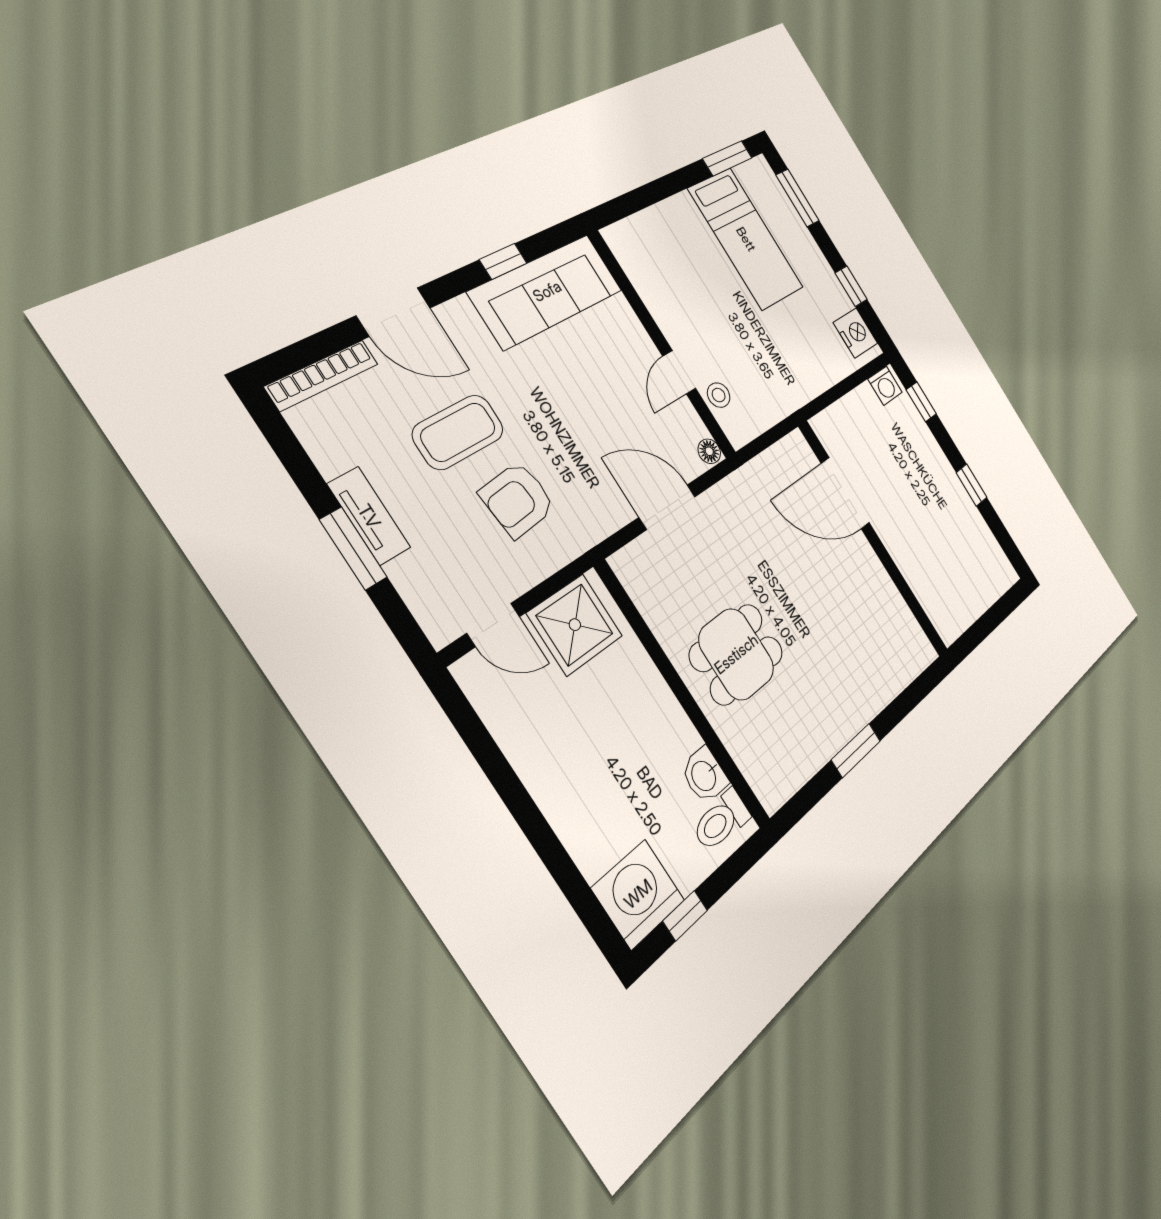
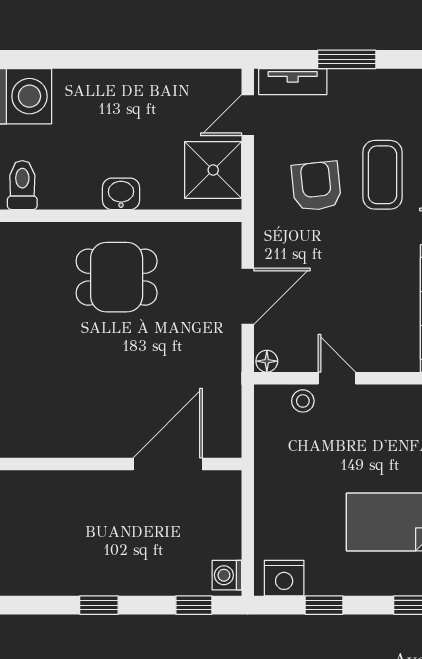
tv unit: (369, 516) -> (293, 82), moved
dining table: (736, 654) -> (117, 277), turned 90
washbasin: (705, 775) -> (121, 194), moved

